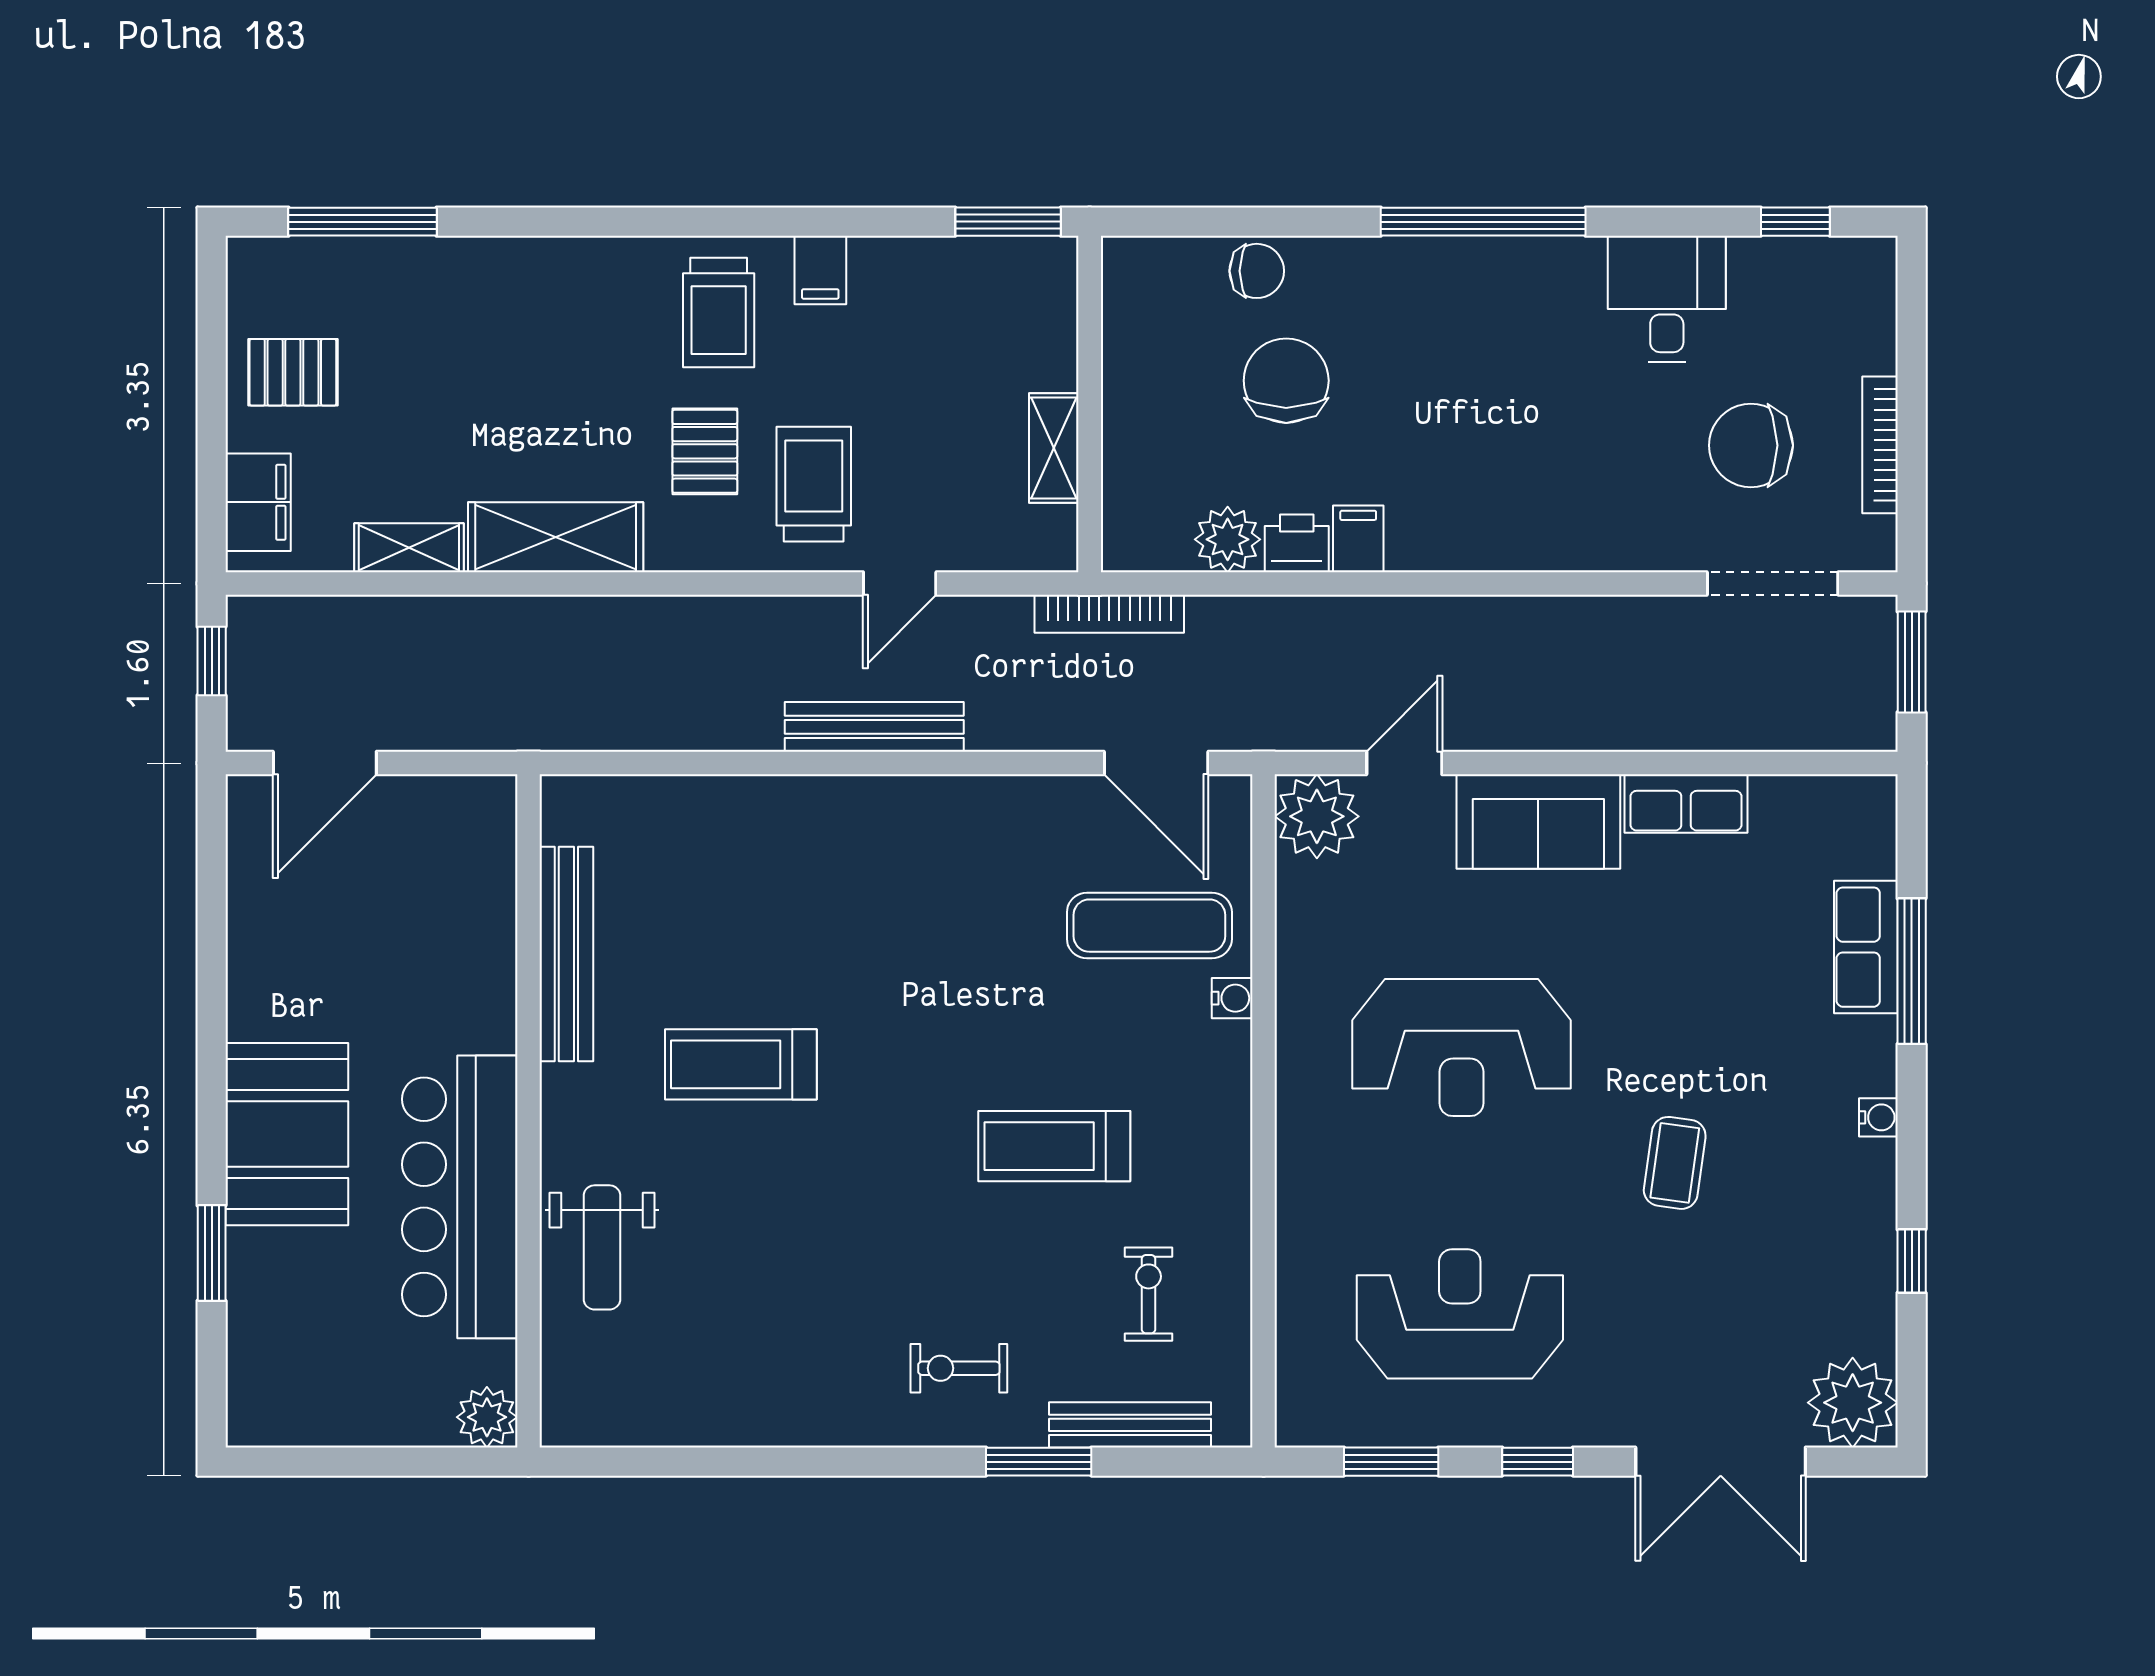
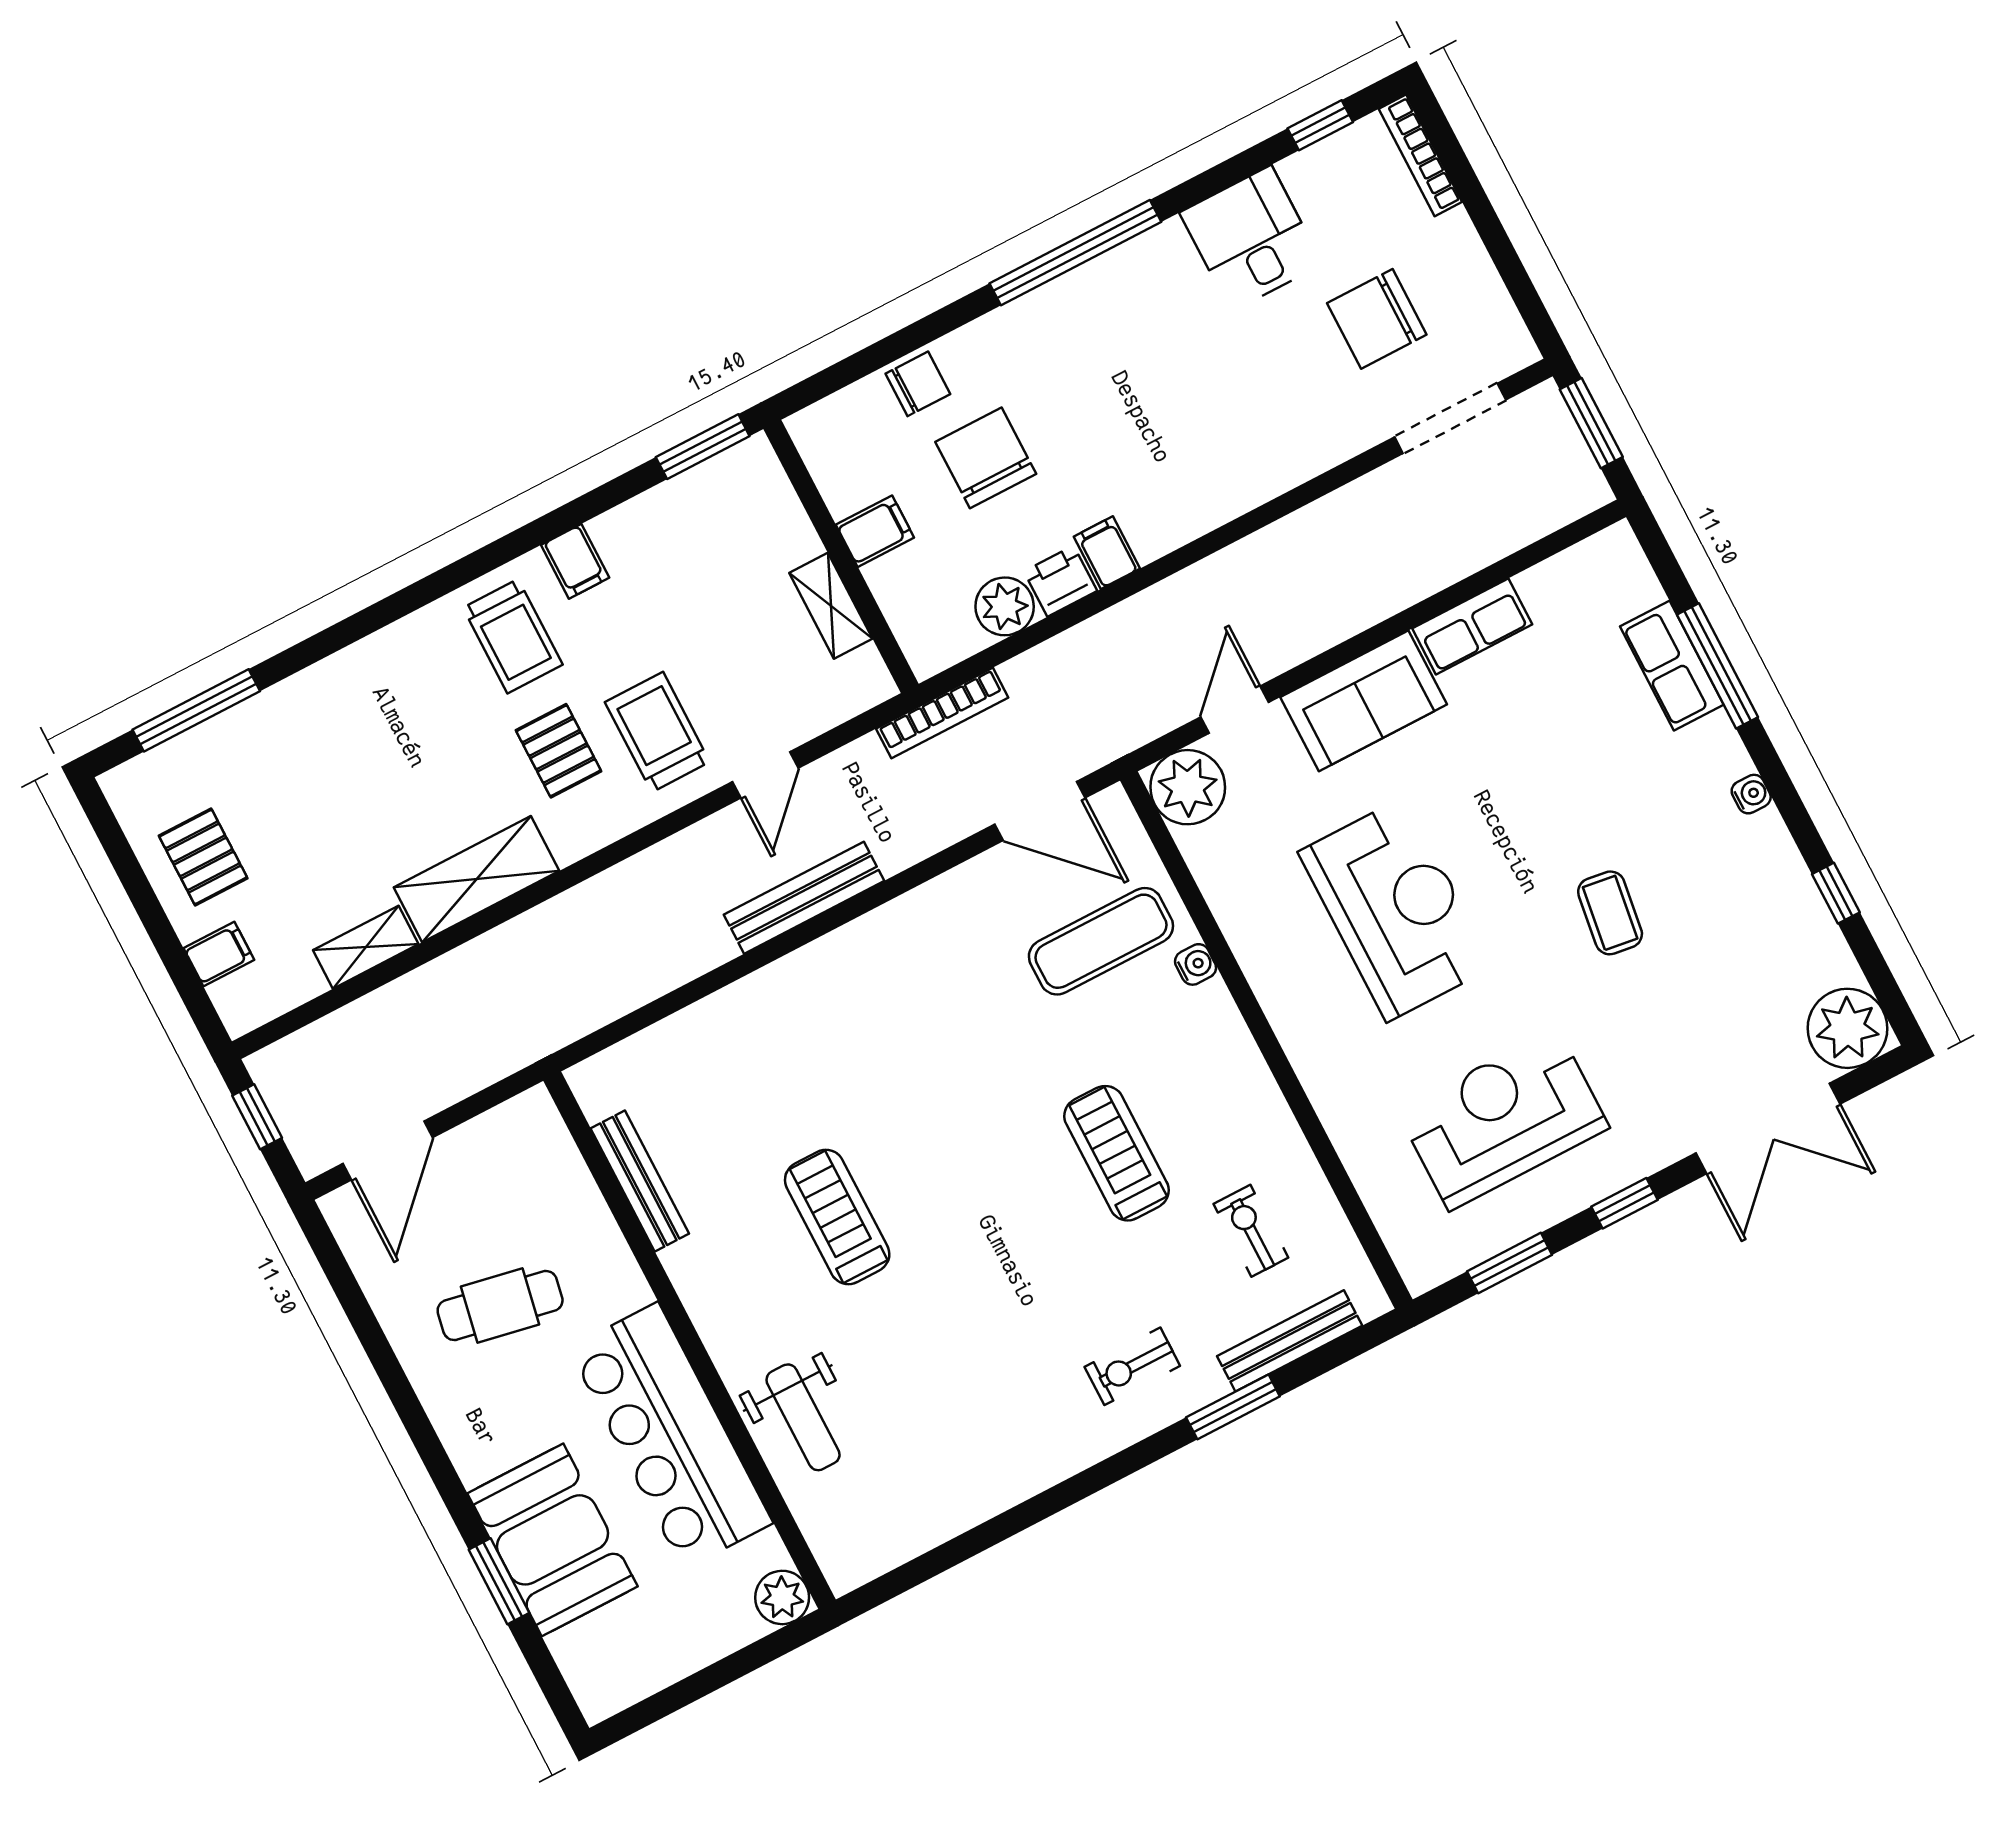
pallet: (293, 372) -> (203, 857), turned 90
filing cabinet: (1137, 396) -> (875, 531), added
bookcase: (1880, 445) -> (1420, 155), moved
filing cabinet: (258, 502) -> (219, 954), width x0.50
bench: (566, 954) -> (640, 1181), width x0.73, depth x0.82
cafe table: (357, 977) -> (500, 1306), added
reception desk: (1461, 1047) -> (1396, 909), turned -90
treadmill: (741, 1064) -> (837, 1217), turned 90
booth: (287, 1134) -> (553, 1540), moved
treadmill: (1054, 1146) -> (1116, 1153), turned 90

